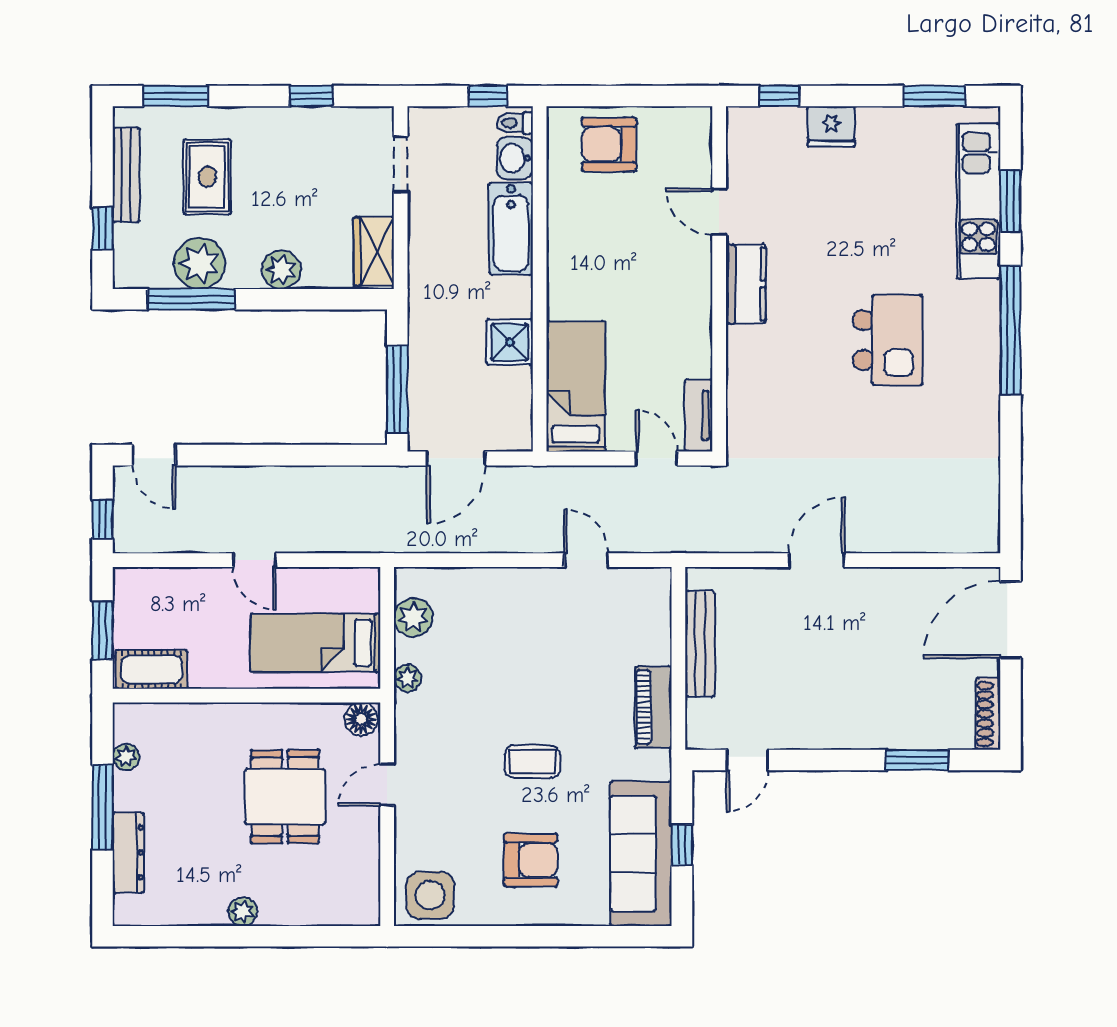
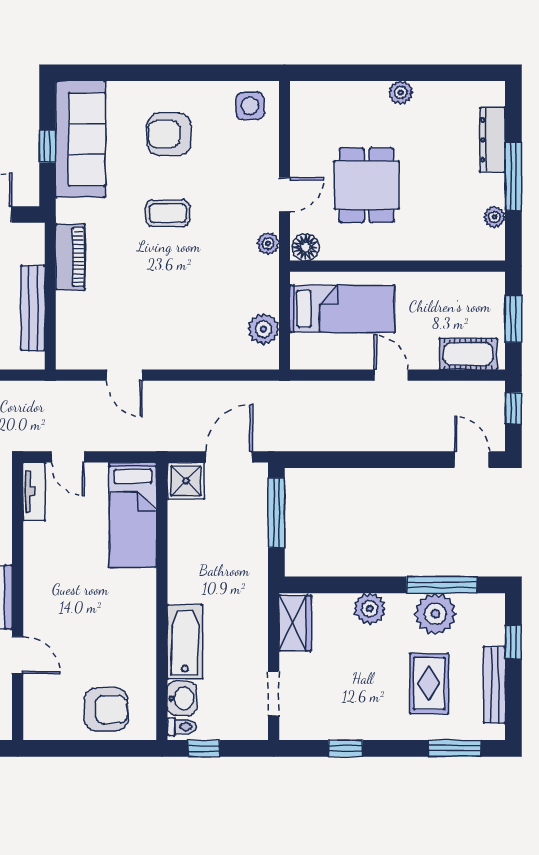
shower: (510, 342) -> (186, 481), moved
cot: (152, 669) -> (468, 354), moved
plant: (408, 678) -> (268, 243), moved
side table: (430, 895) -> (250, 106), width x0.73, depth x0.73

